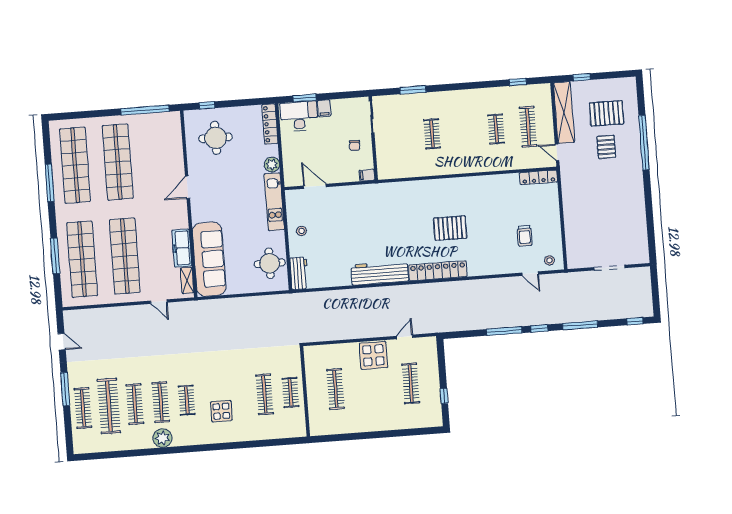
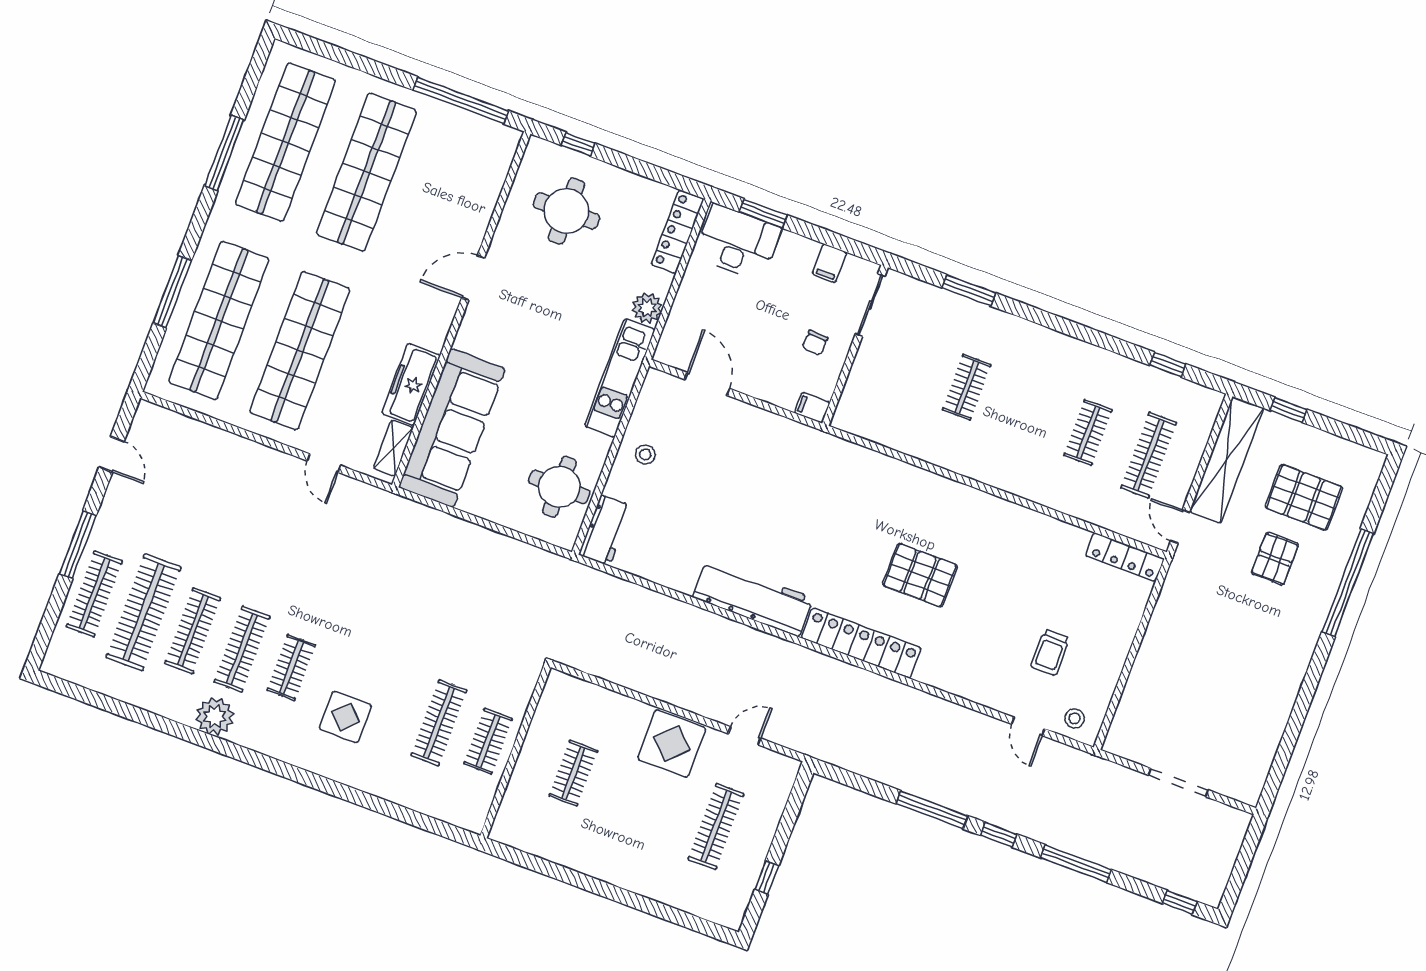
filing cabinet: (324, 108) -> (829, 263), moved
clothes rail: (335, 389) -> (573, 773), width x0.73

